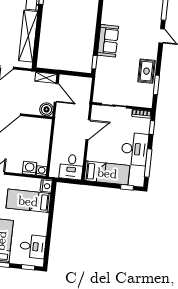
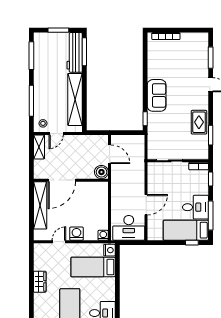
shelving: (46, 78) -> (97, 140), removed
door: (88, 130) -> (146, 205), moved
desk: (135, 149) -> (195, 207), width x0.73
desk: (71, 167) -> (129, 228), width x1.37
washing machine: (30, 168) -> (76, 234), moved
bed: (107, 173) -> (186, 230), moved, turned 180

